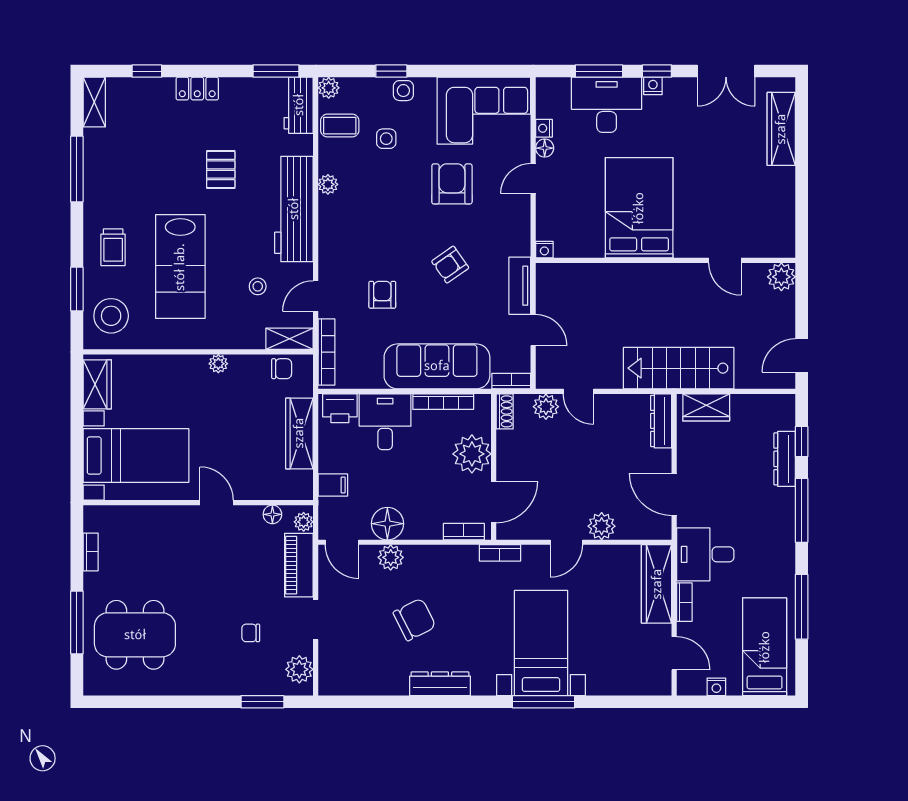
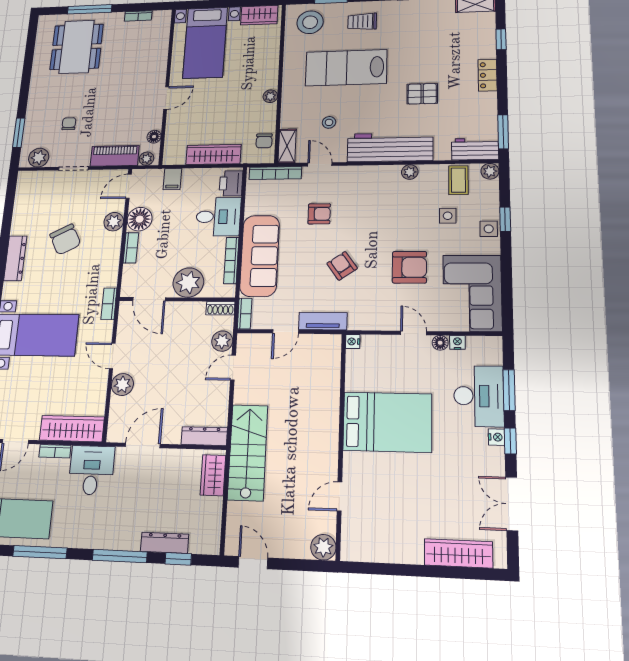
bookcase: (464, 532) -> (131, 248), moved

